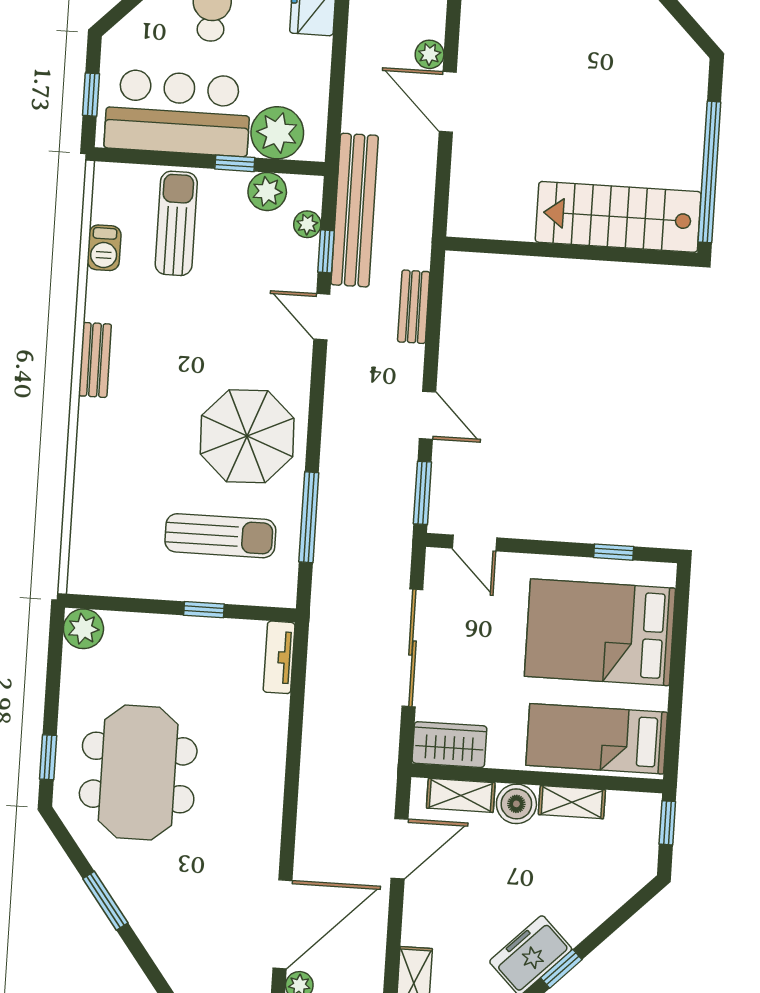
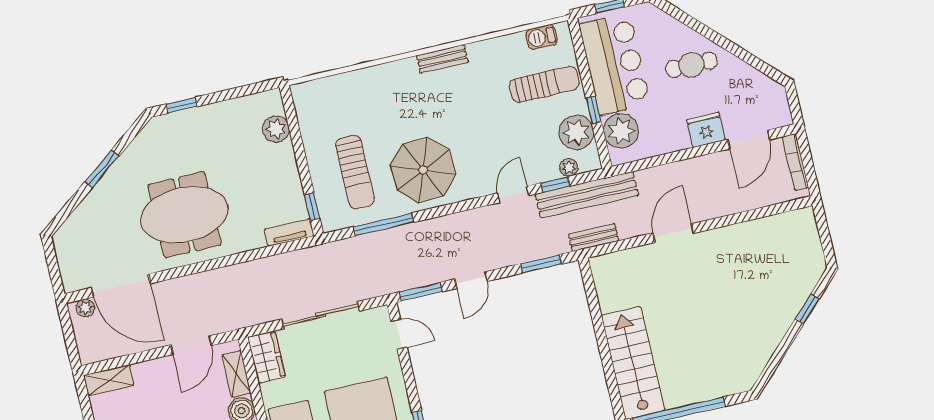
plant: (430, 54) -> (700, 212), removed
plant: (267, 192) -> (576, 132), width x1.36, depth x1.36
barbecue: (104, 248) -> (542, 37), moved
bench: (414, 307) -> (594, 237), moved
window: (435, 307) -> (541, 264), added
door: (475, 543) -> (399, 334), swing flipped
window: (204, 610) -> (312, 207), moved
plant: (83, 629) -> (276, 129), moved
meeting table: (138, 772) -> (184, 215), moved
door: (399, 849) -> (191, 345), hinge flipped

